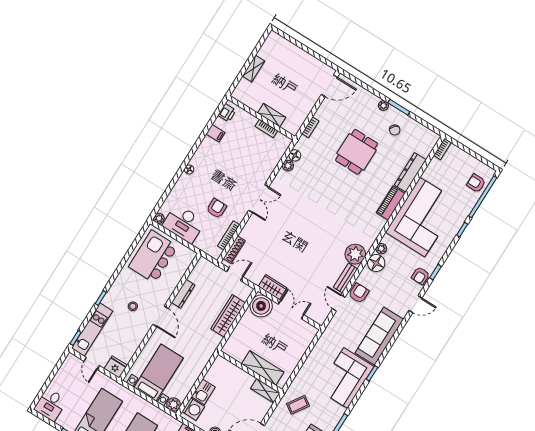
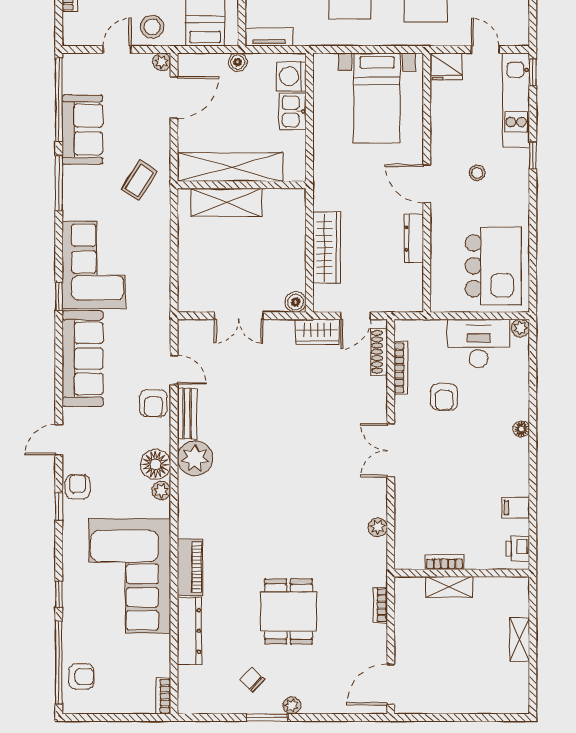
floor lamp: (295, 155) -> (377, 549), removed
wardrobe: (273, 287) -> (317, 332), moved
boiler: (261, 306) -> (296, 302), width x0.54, depth x0.54
shelving: (265, 391) -> (230, 167), width x2.20, depth x1.33
plant: (173, 404) -> (325, 65), removed

